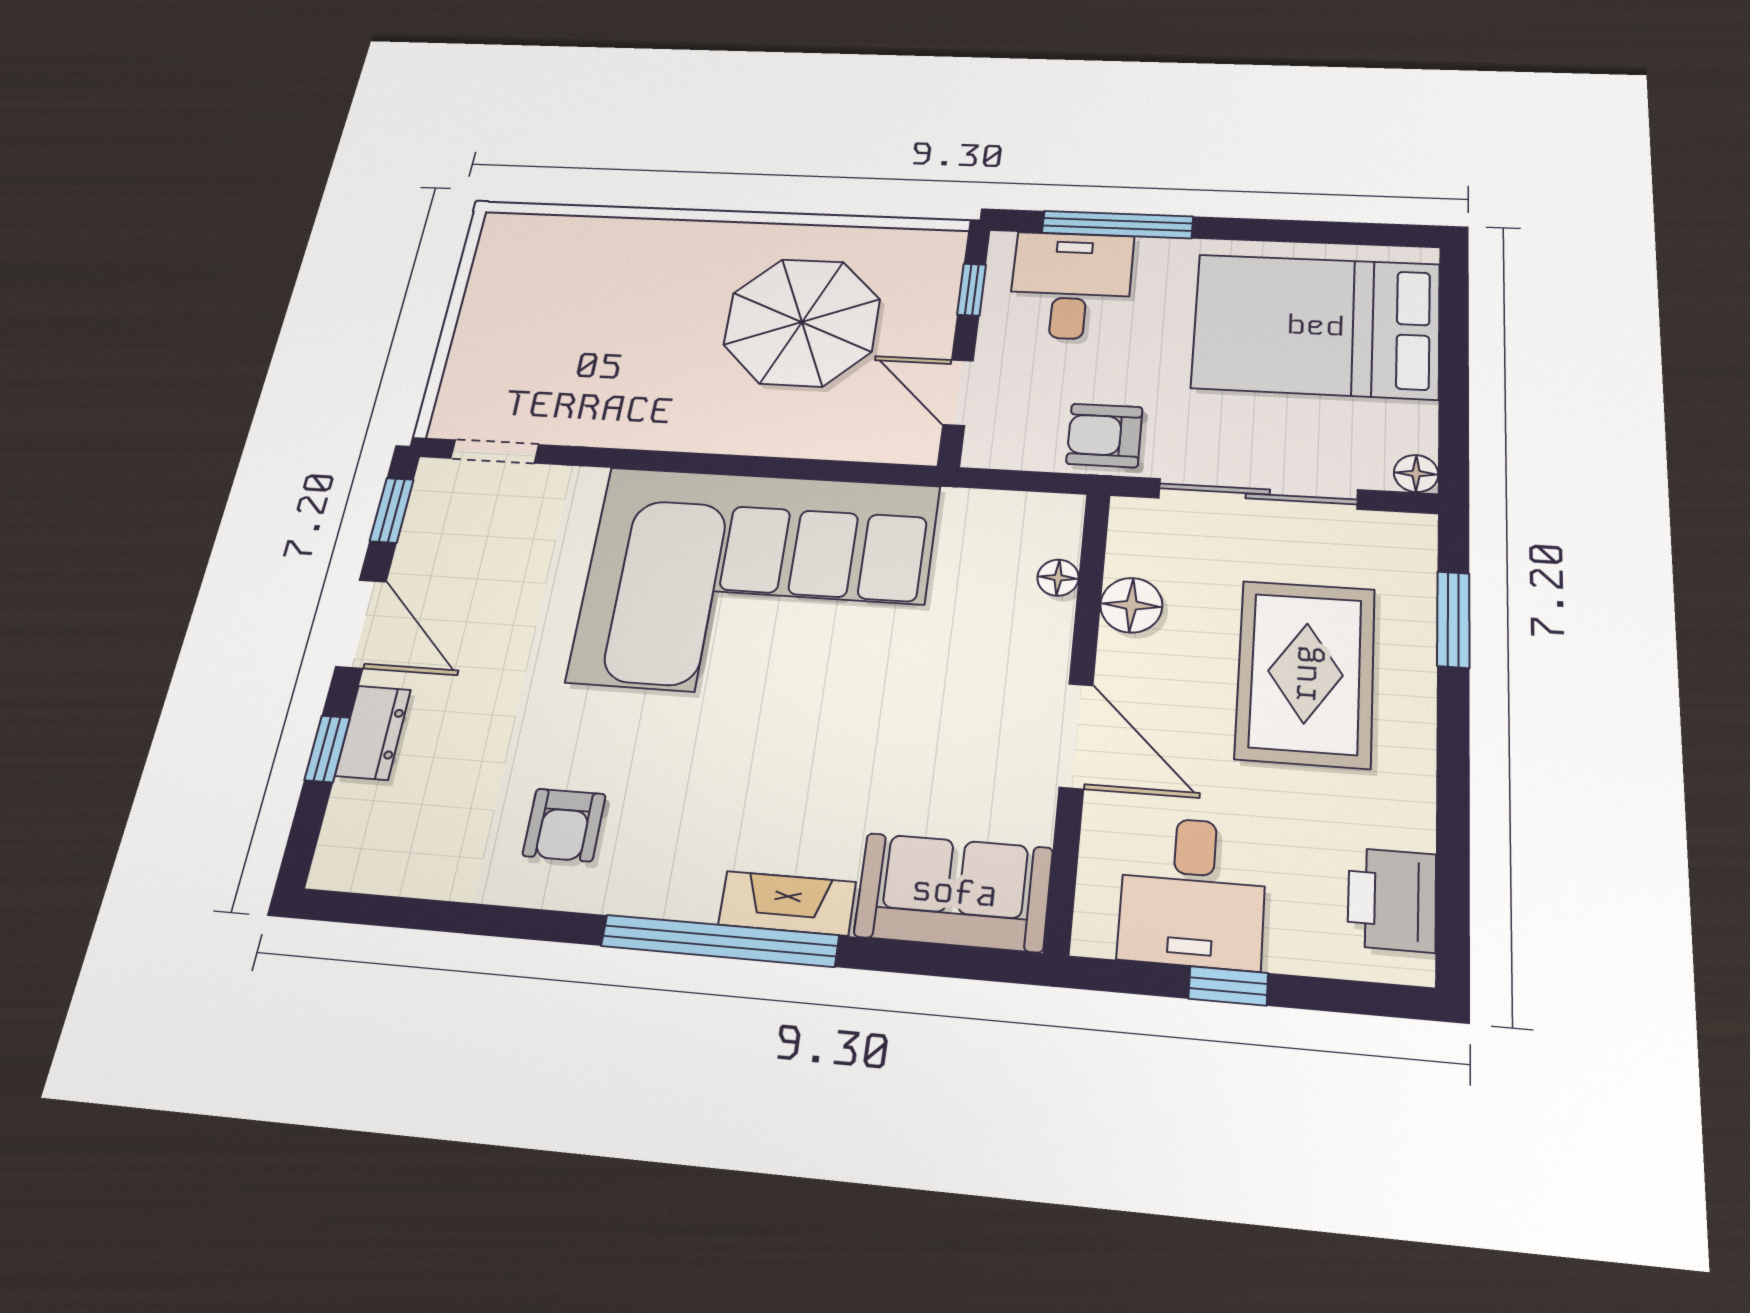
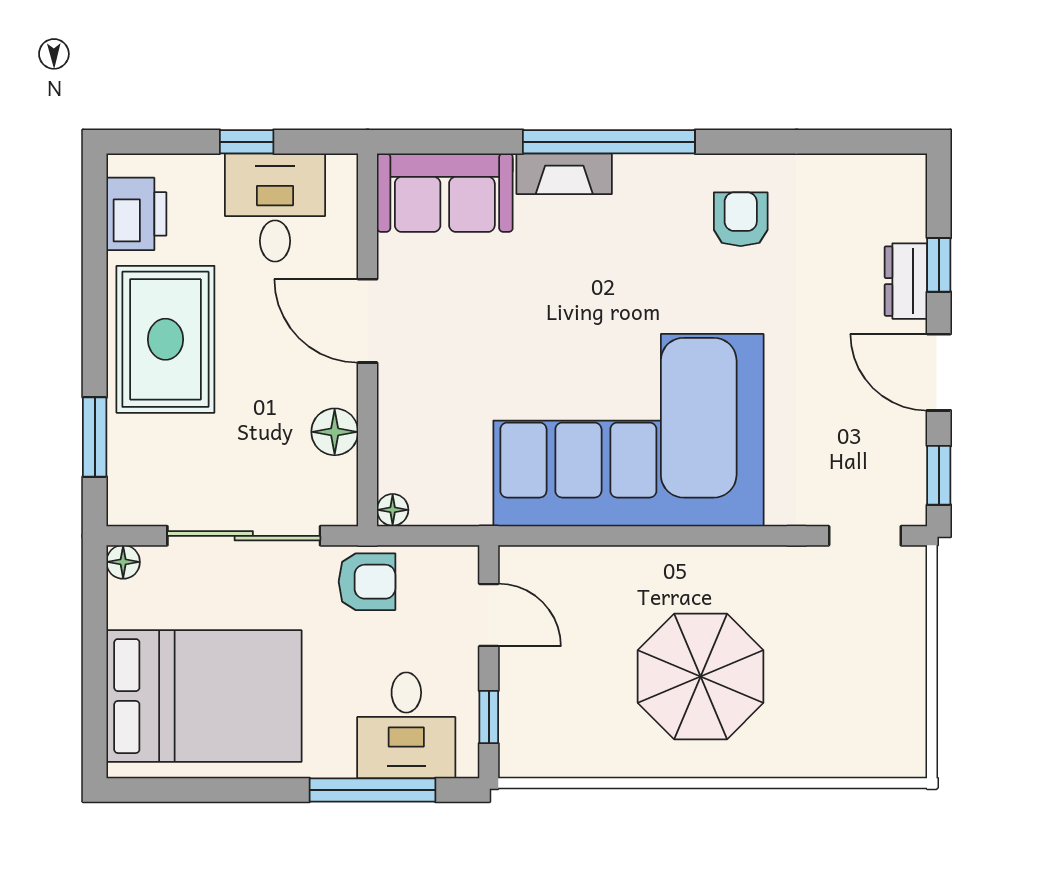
parasol: (802, 322) -> (701, 677), moved
floor lamp: (1058, 578) -> (393, 510), moved
rug: (1305, 673) -> (165, 339), moved

